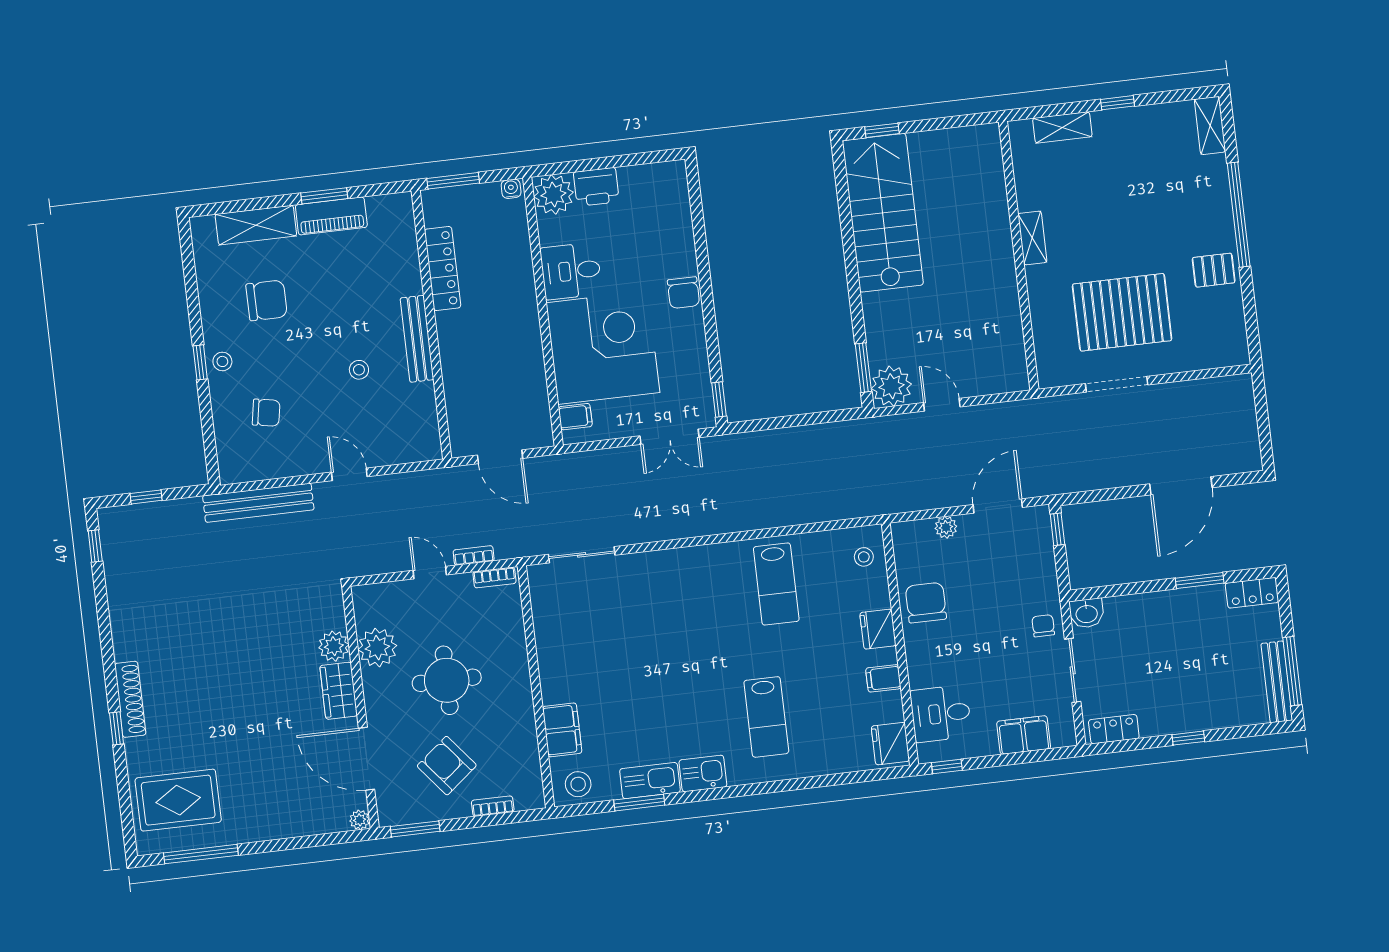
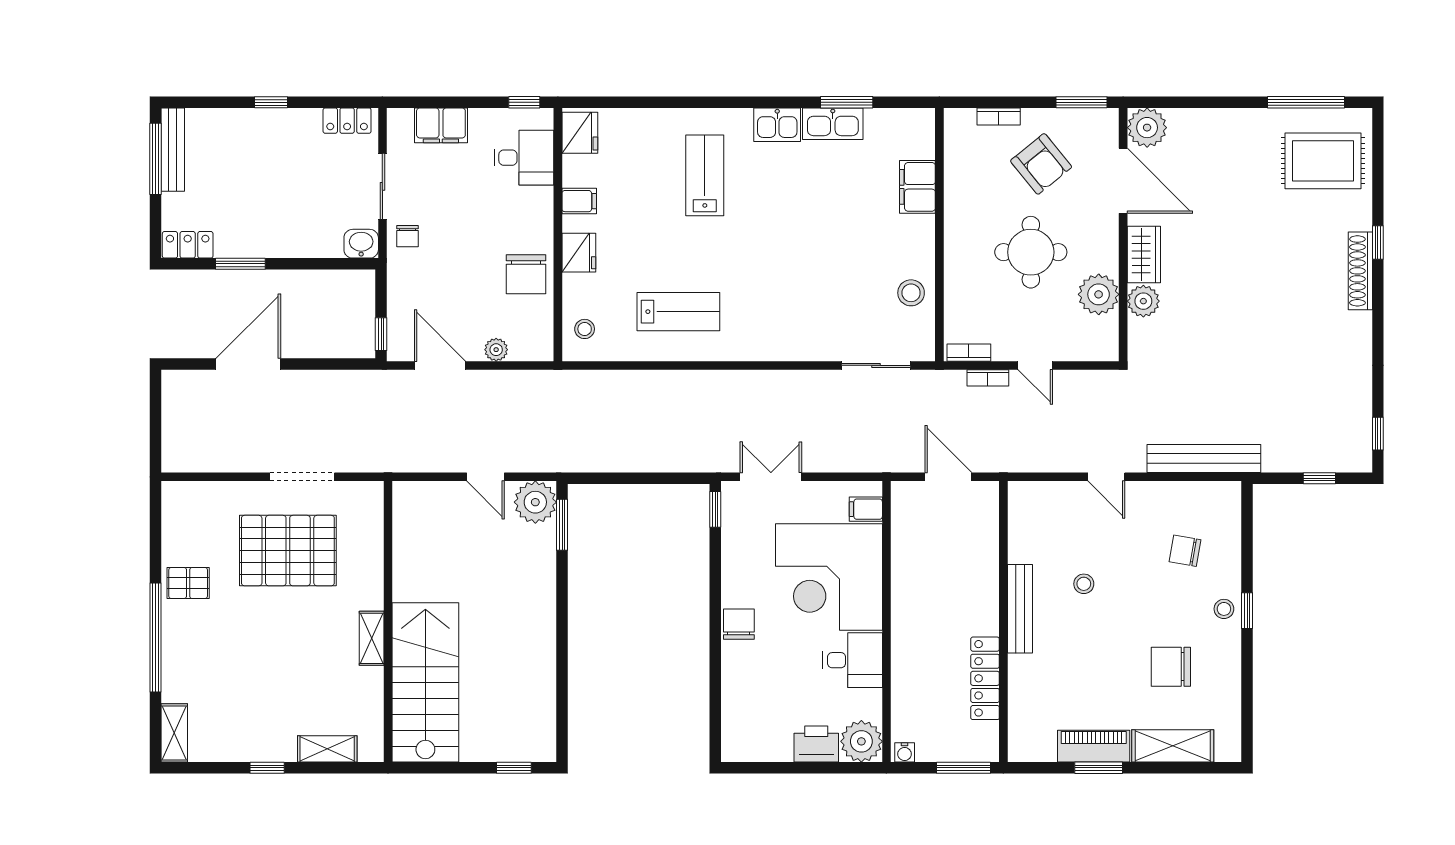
stairs: (883, 213) -> (425, 682), moved, turned 180
door: (998, 506) -> (440, 365), swing flipped
lab bench: (776, 584) -> (678, 312), turned 90
stool: (578, 784) -> (911, 293), moved
plant: (360, 820) -> (1147, 128), width x1.88, depth x1.88

